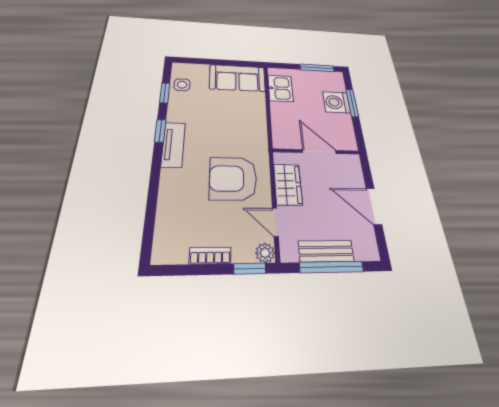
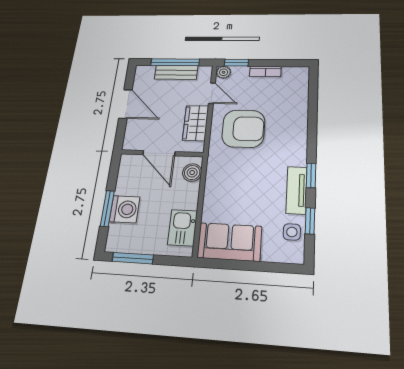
boiler: (281, 133) -> (192, 173), added
tv unit: (173, 144) -> (297, 190), moved

